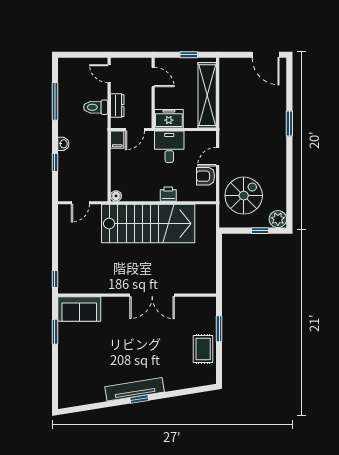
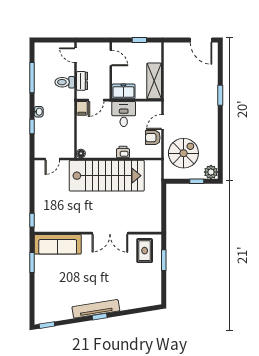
shelving: (207, 95) -> (154, 81), width x0.68
sofa: (79, 309) -> (58, 244), width x1.36
rug: (203, 349) -> (145, 251), moved
window: (74, 410) -> (47, 325), added

